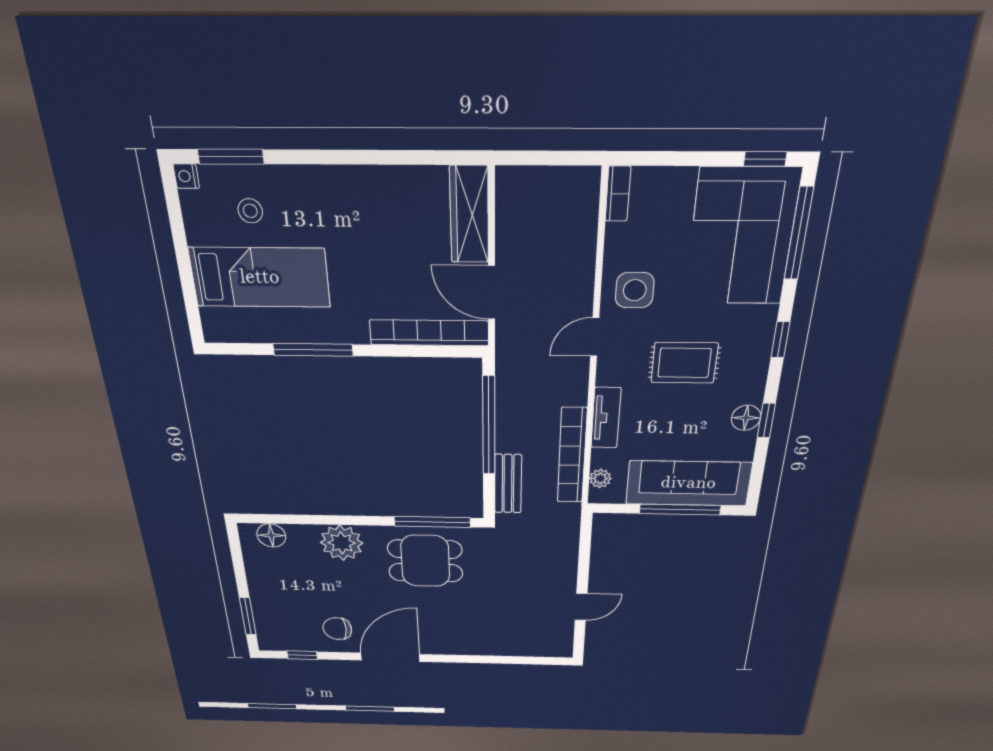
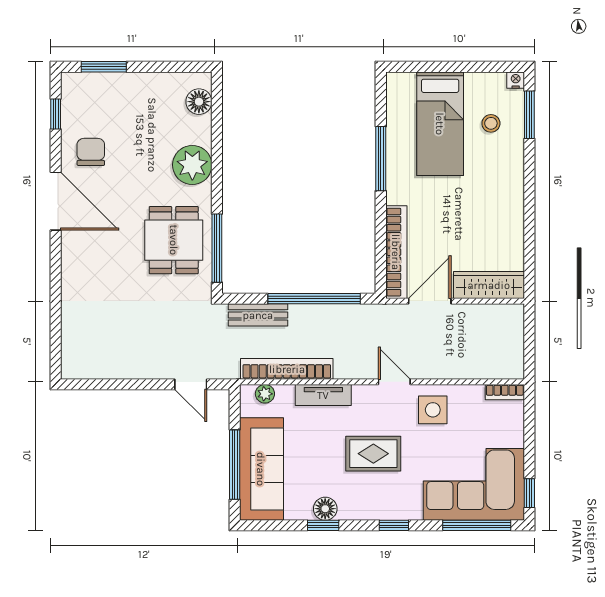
rug: (684, 363) -> (373, 454), turned 90
door: (581, 607) -> (191, 384), moved

